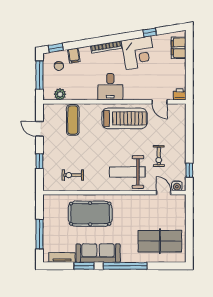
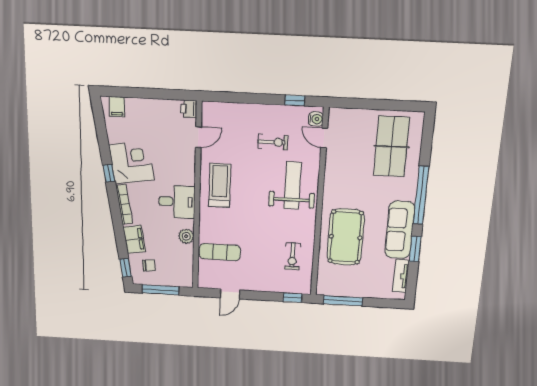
window: (150, 33) -> (109, 173), moved
filing cabinet: (179, 48) -> (117, 107), width x0.50
filing cabinet: (74, 56) -> (134, 239), width x2.00
plant: (60, 94) -> (186, 236), moved
treadmill: (125, 118) -> (220, 185), width x0.73, depth x0.73
window: (39, 161) -> (292, 298), moved
weight bench: (127, 172) -> (292, 186), turned 180
door: (164, 193) -> (324, 138), hinge flipped
window: (39, 234) -> (343, 301), moved

